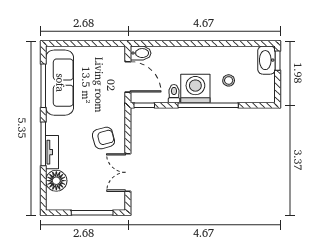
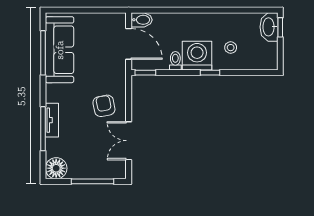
window: (208, 105) -> (210, 73), width x0.32
armchair: (103, 138) -> (104, 106), turned -86
window: (43, 144) -> (43, 129), moved
floor lamp: (56, 181) -> (56, 168), moved

